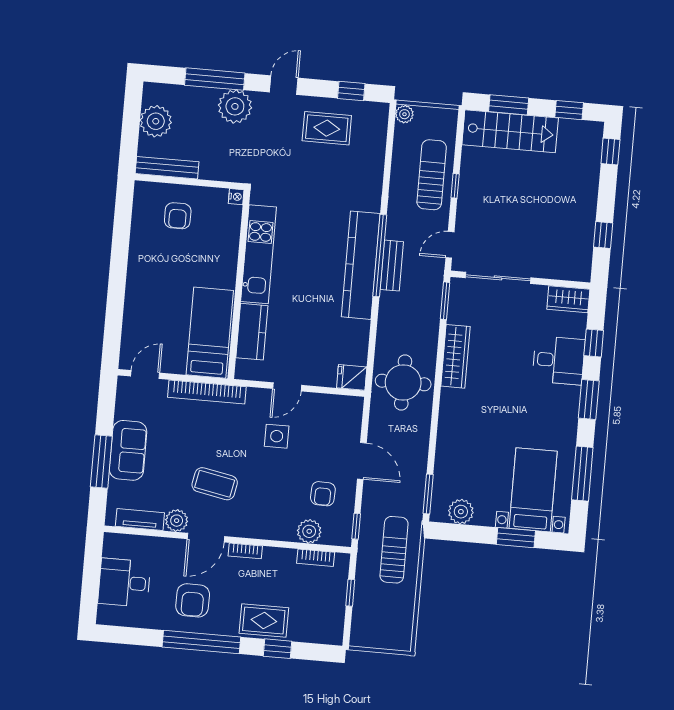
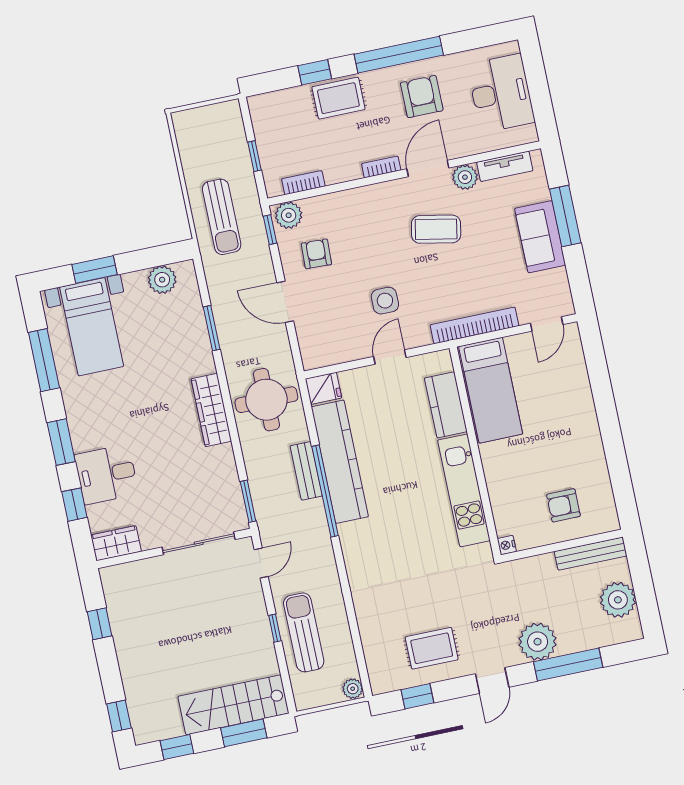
sun lounger: (432, 175) -> (304, 632), turned 180
armchair: (178, 216) -> (563, 505), turned -90
window: (380, 256) -> (325, 491), moved
kitchen counter: (361, 265) -> (340, 462), moved
bench: (392, 266) -> (306, 471), moved
wardrobe: (455, 356) -> (211, 410), moved
window: (428, 494) -> (212, 328), moved
plant: (309, 531) -> (289, 215), moved
desk: (124, 583) -> (501, 93), width x1.37

